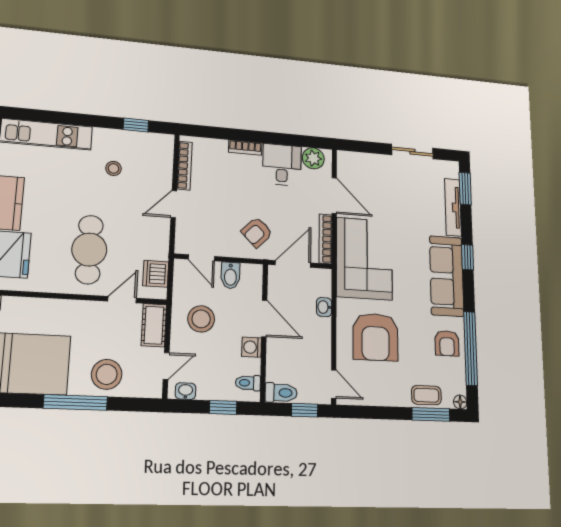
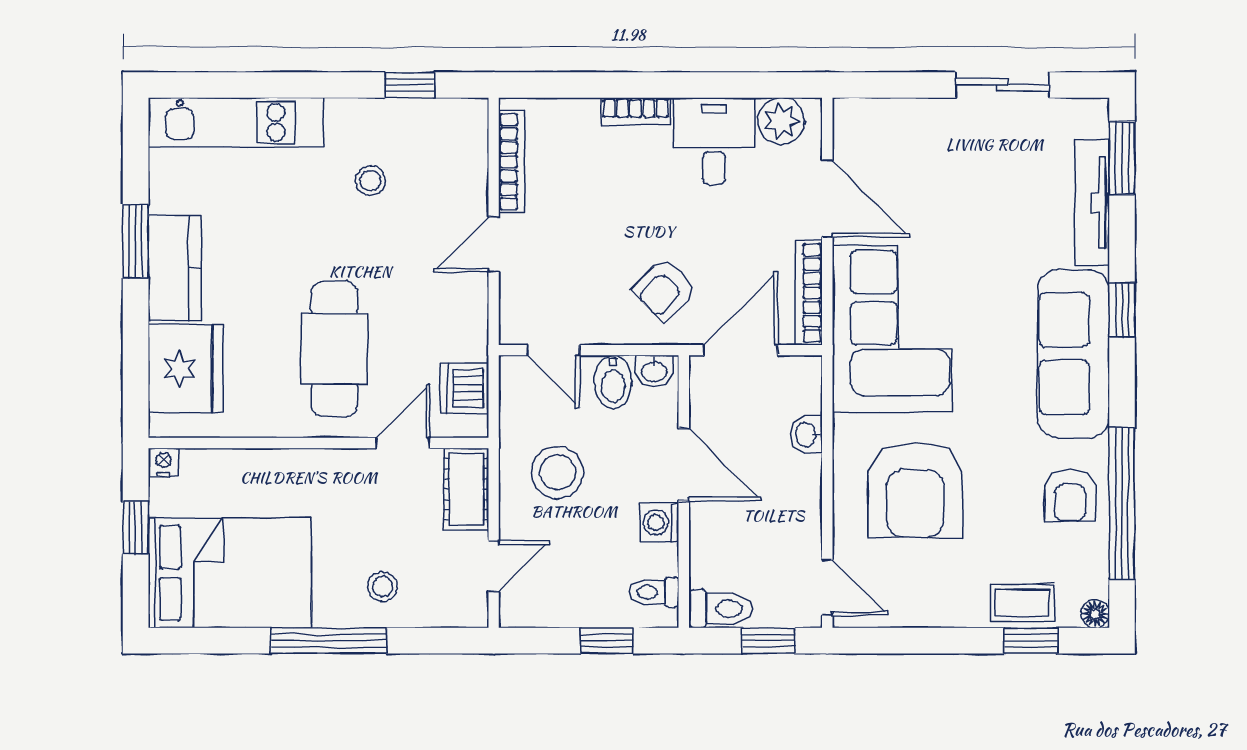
stool: (107, 374) -> (382, 587), width x0.53, depth x0.53
washbasin: (186, 391) -> (654, 371), moved, turned 180
window: (431, 414) -> (1031, 641), width x0.67

